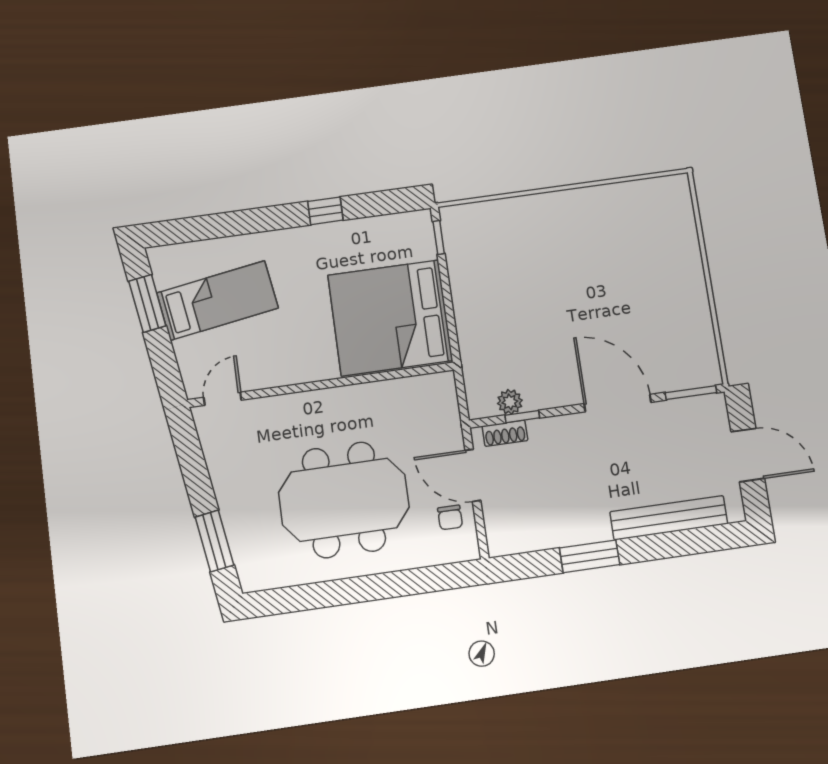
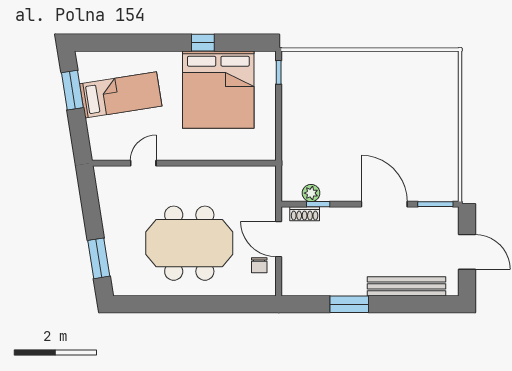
bed: (390, 318) -> (218, 90), moved, turned -90
door: (223, 399) -> (143, 163), moved

